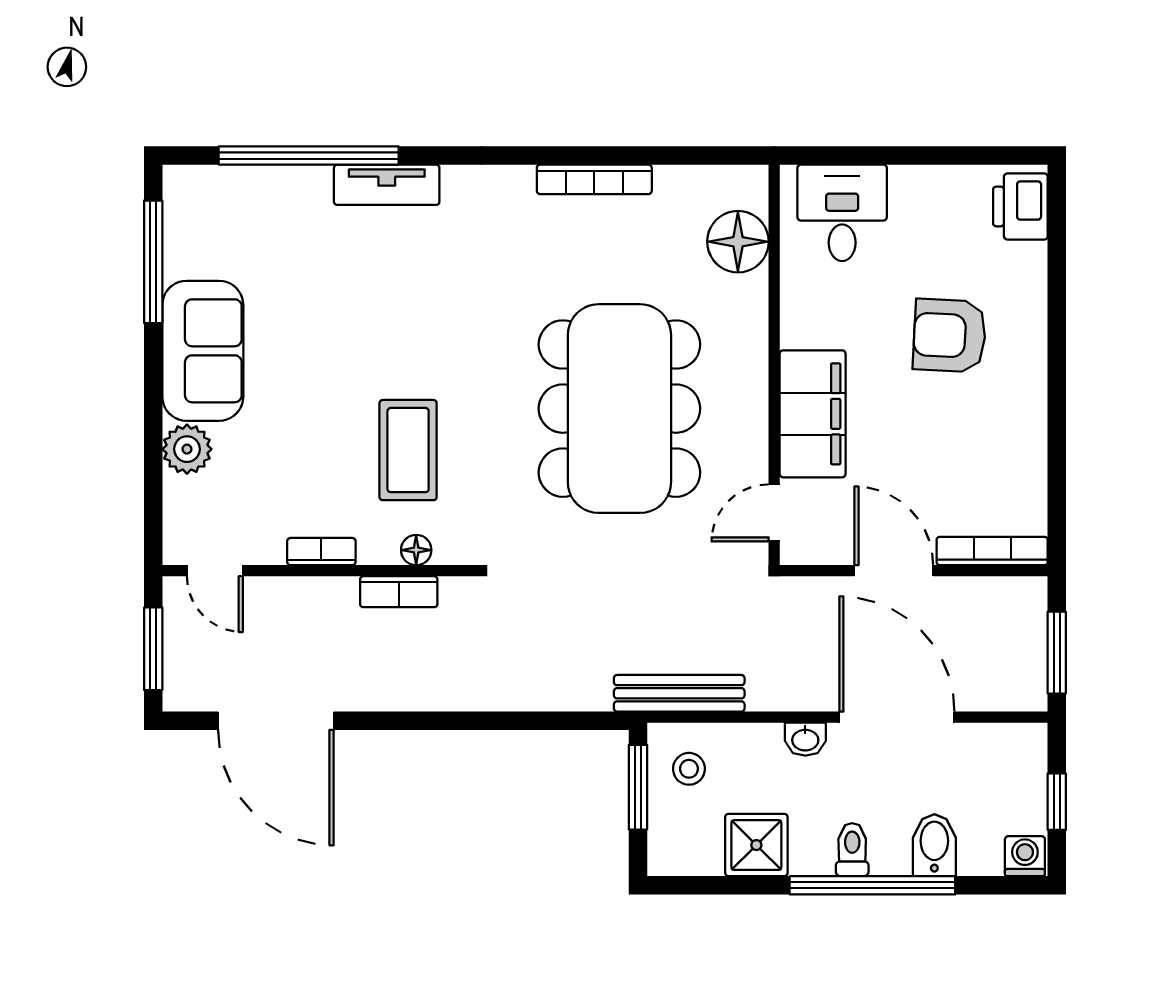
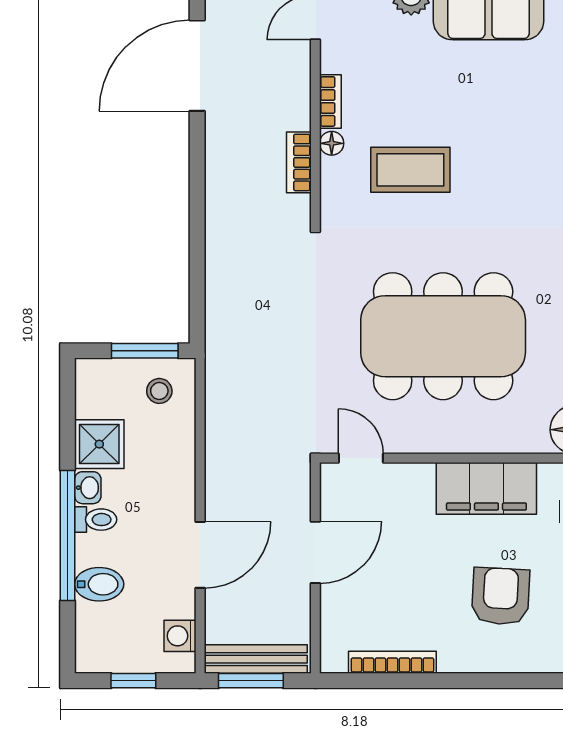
filing cabinet: (813, 414) -> (486, 488), moved
floor lamp: (416, 550) -> (332, 143), moved
bookcase: (992, 551) -> (392, 662), moved, turned -90
bench: (679, 693) -> (256, 659), moved, turned 90
door: (897, 717) -> (200, 555), width x0.73
washbasin: (805, 739) -> (88, 488), moved, turned 180
washing machine: (1025, 856) -> (180, 636), moved, turned 180

